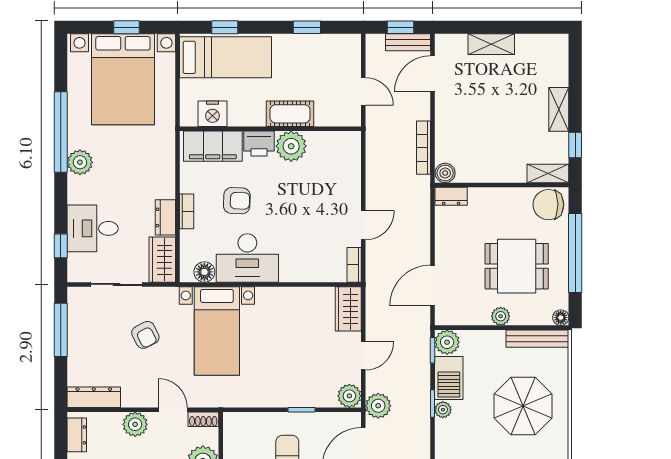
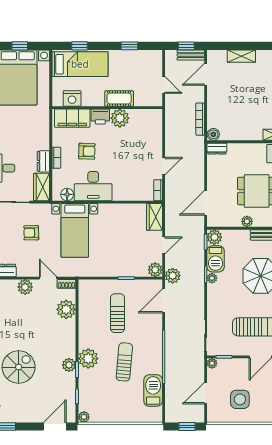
armchair: (145, 335) -> (31, 233), turned 116

